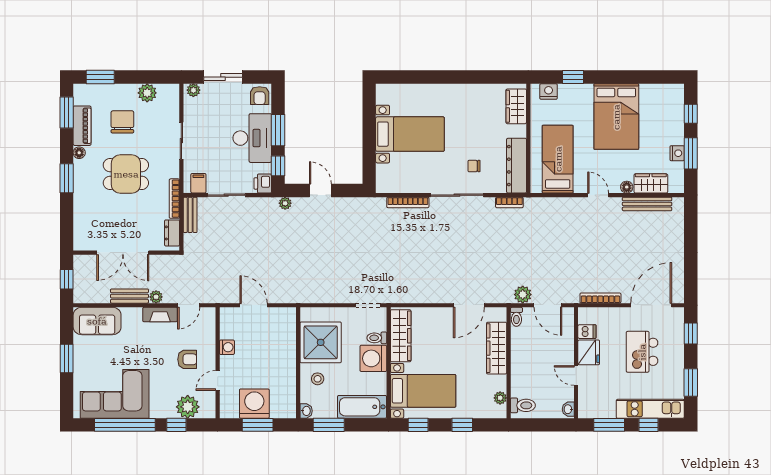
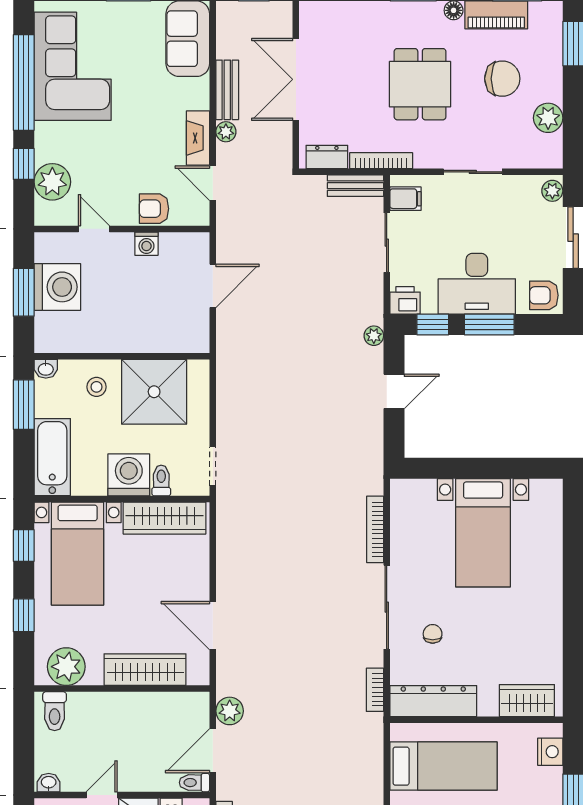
toilet: (516, 317) -> (194, 783), moved
armchair: (187, 359) -> (154, 209), moved, turned 90
plant: (500, 398) -> (66, 667), width x1.88, depth x1.88

